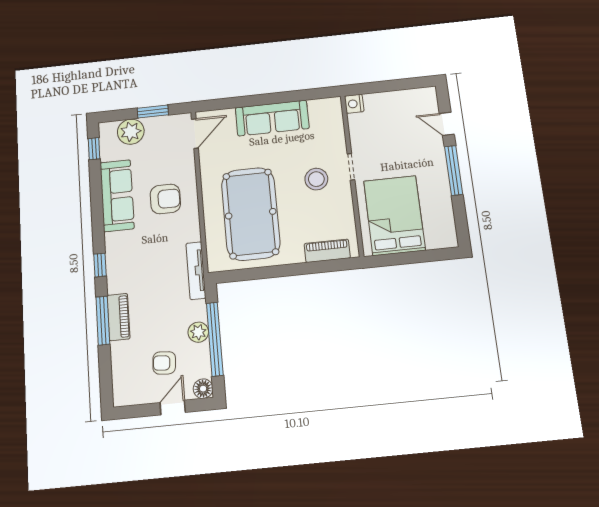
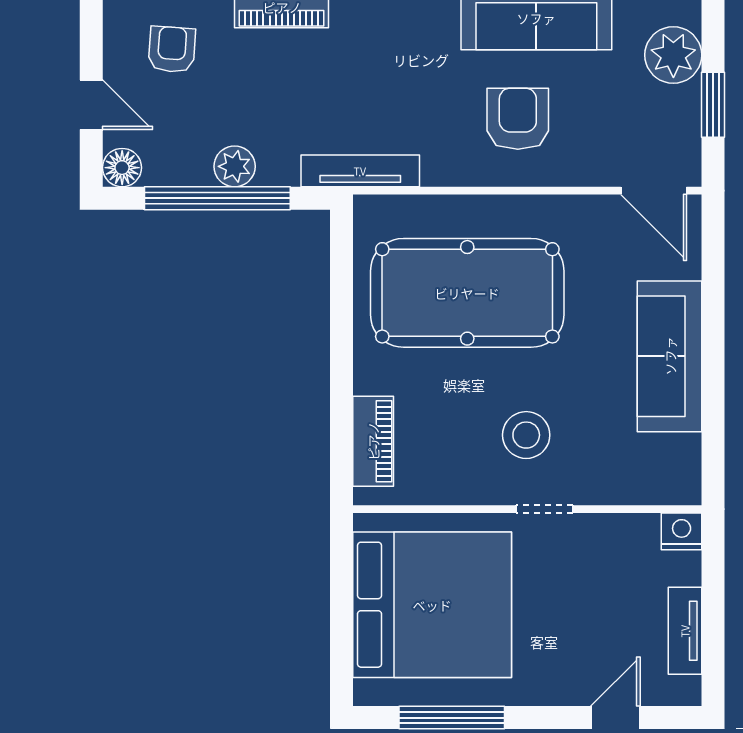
tv unit: (401, 97) -> (685, 631), added
window: (454, 170) -> (452, 718), moved
armchair: (165, 199) -> (518, 119), turned 180
bed: (394, 215) -> (432, 605), width x1.36
armchair: (164, 363) -> (172, 49), moved

